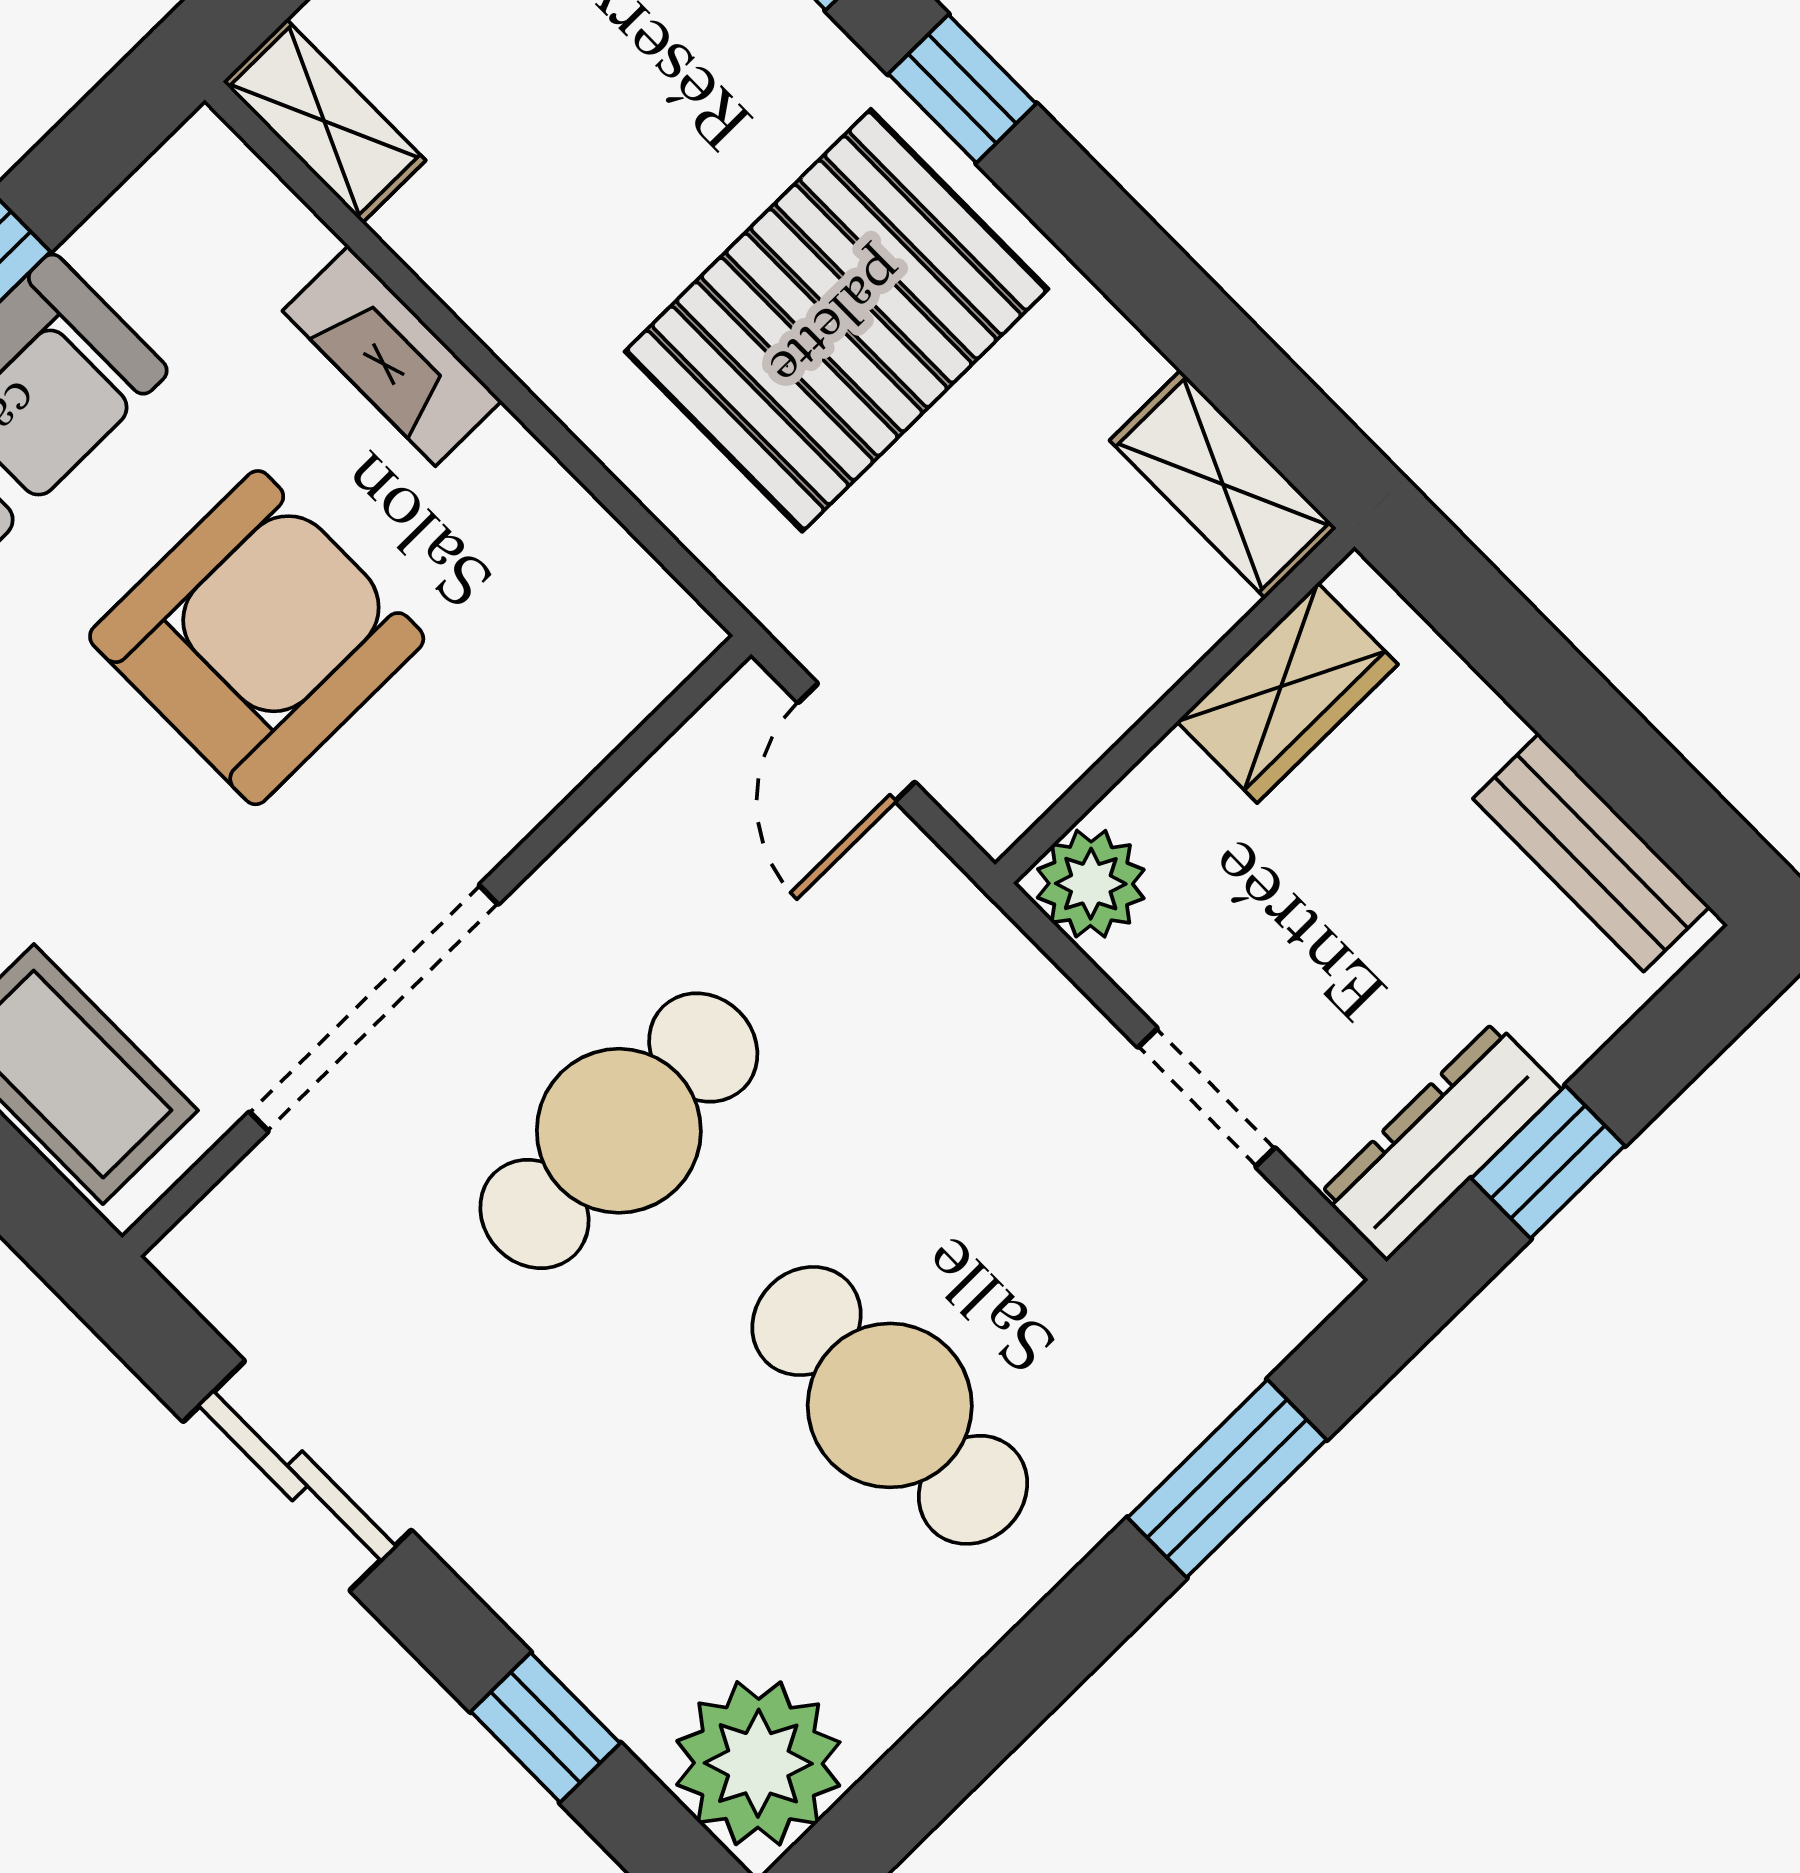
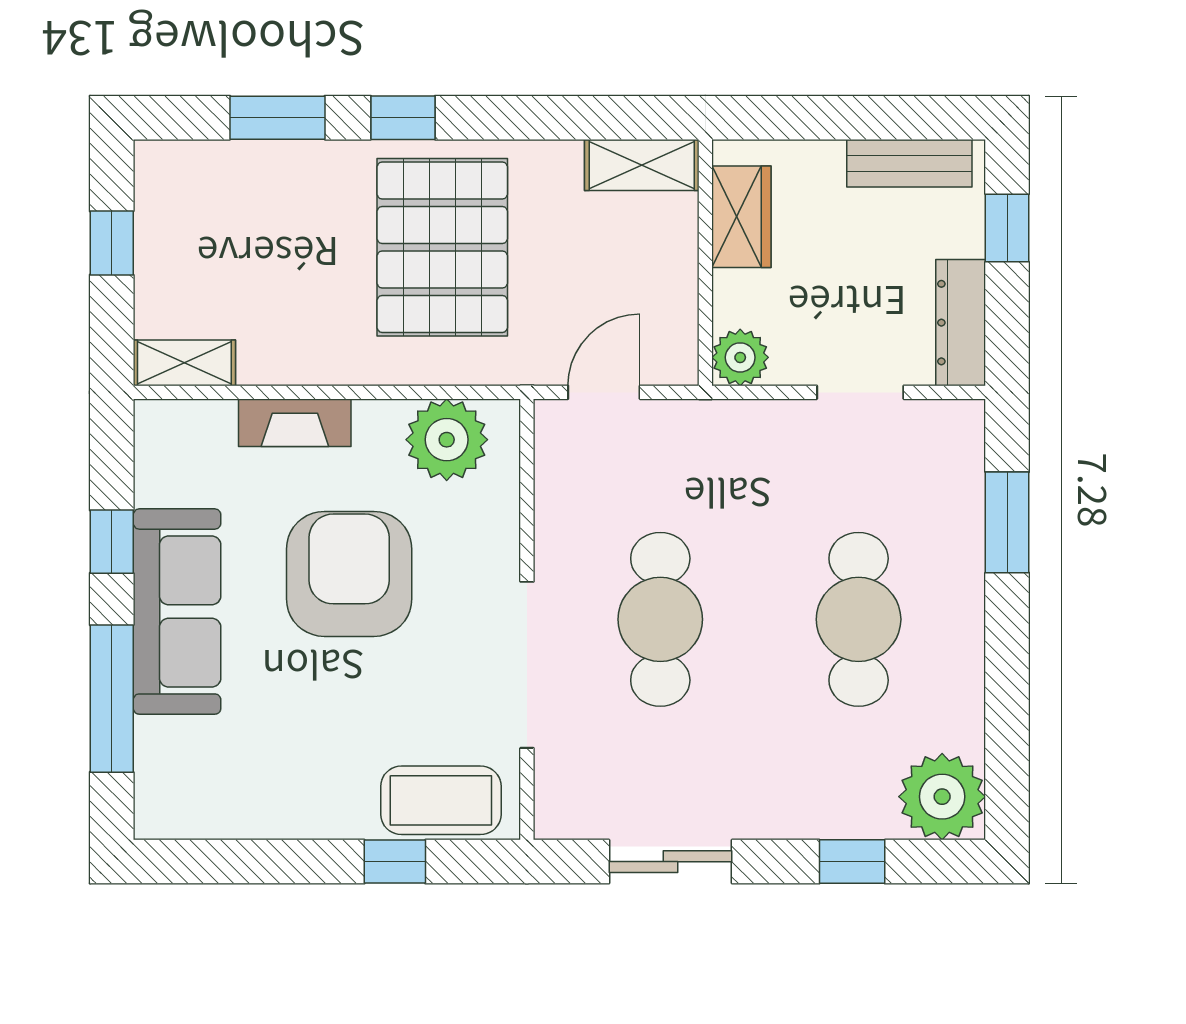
plant: (576, 589) -> (447, 440), added
door: (856, 742) -> (604, 392), swing flipped
window: (1548, 1162) -> (1007, 228), moved
cafe table: (890, 1405) -> (859, 619), turned 90

